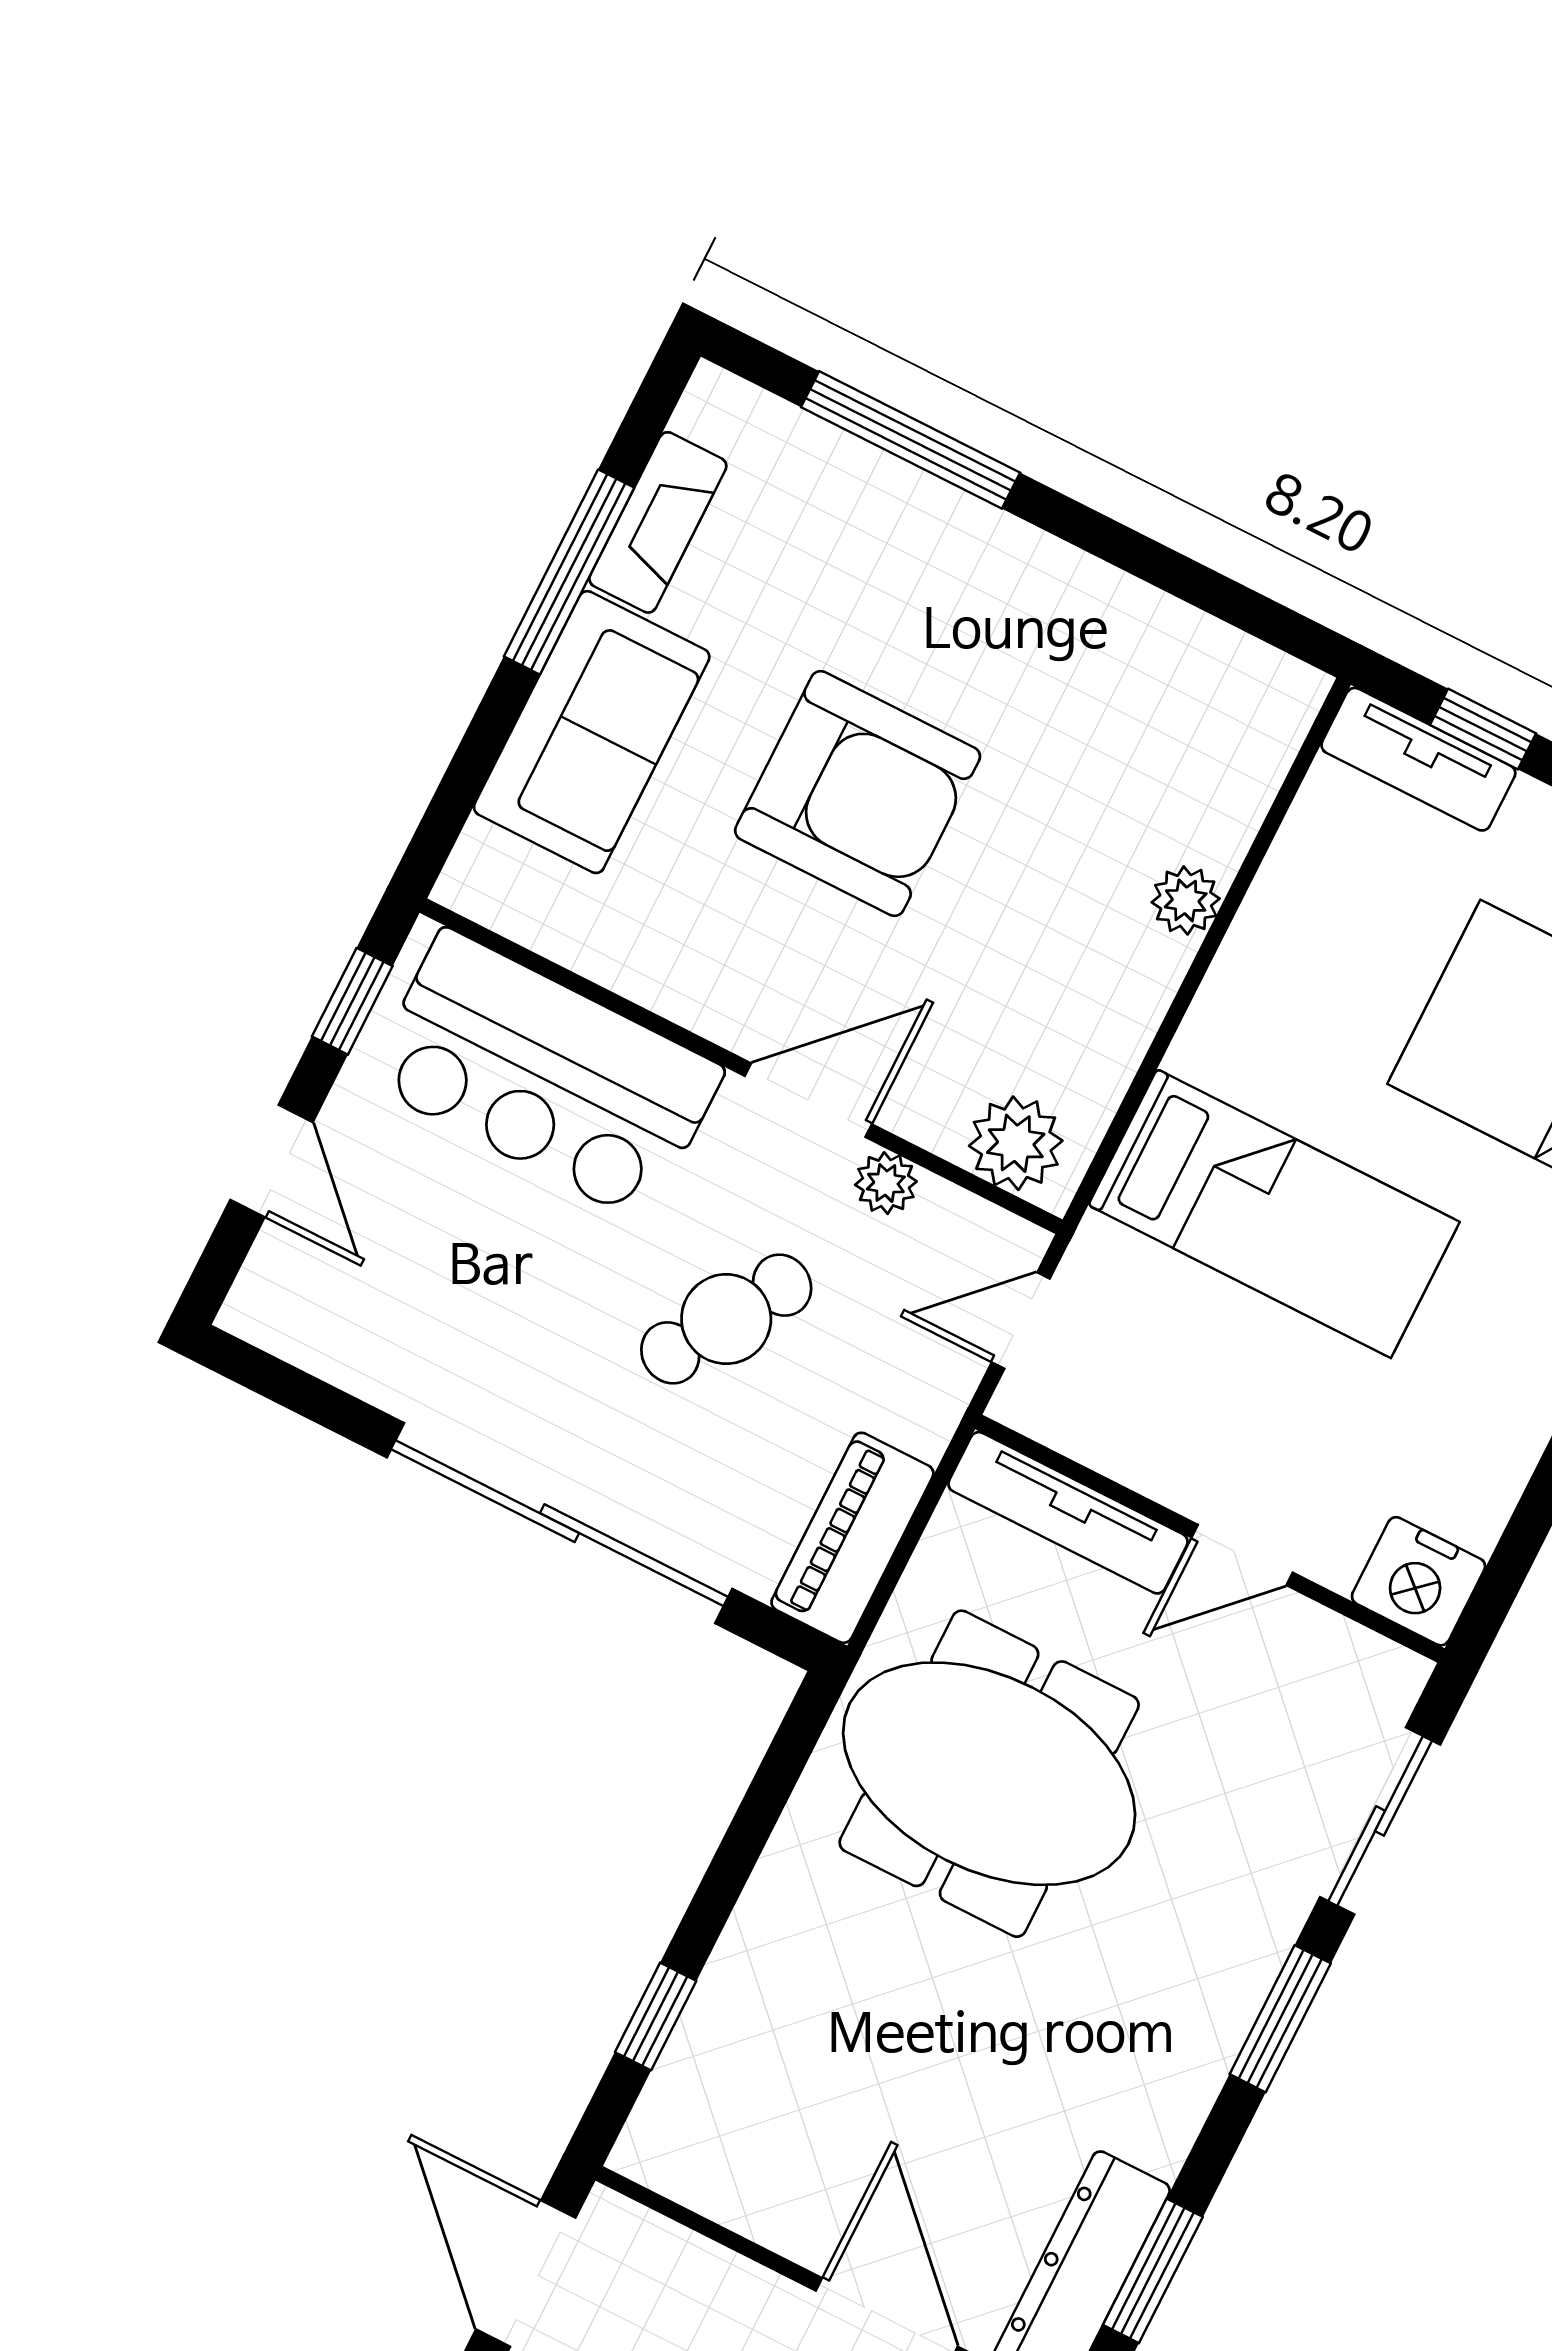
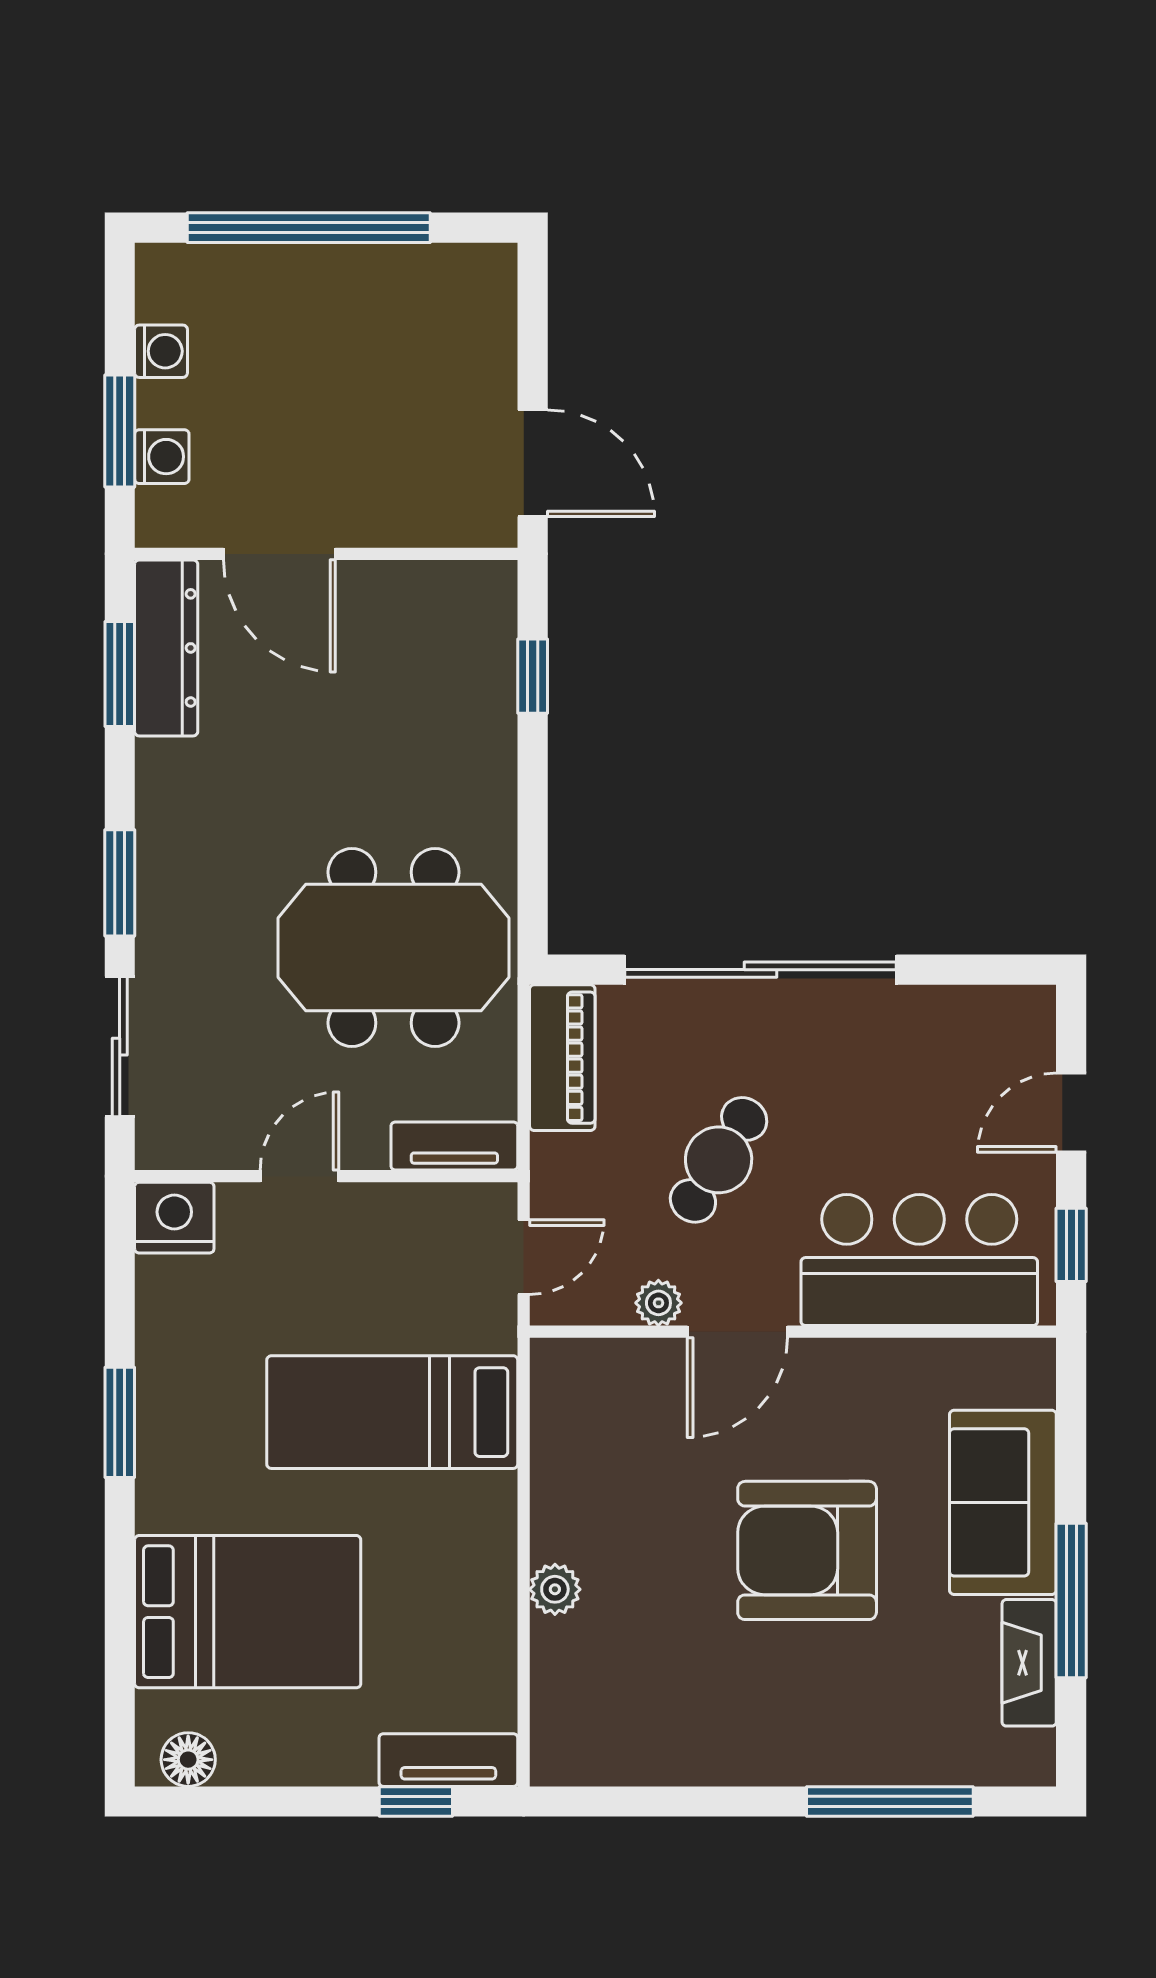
plant: (1016, 1143) -> (586, 1372), removed
door: (272, 1161) -> (1071, 1113), hinge flipped
tv unit: (1068, 1513) -> (454, 1146), width x0.71

